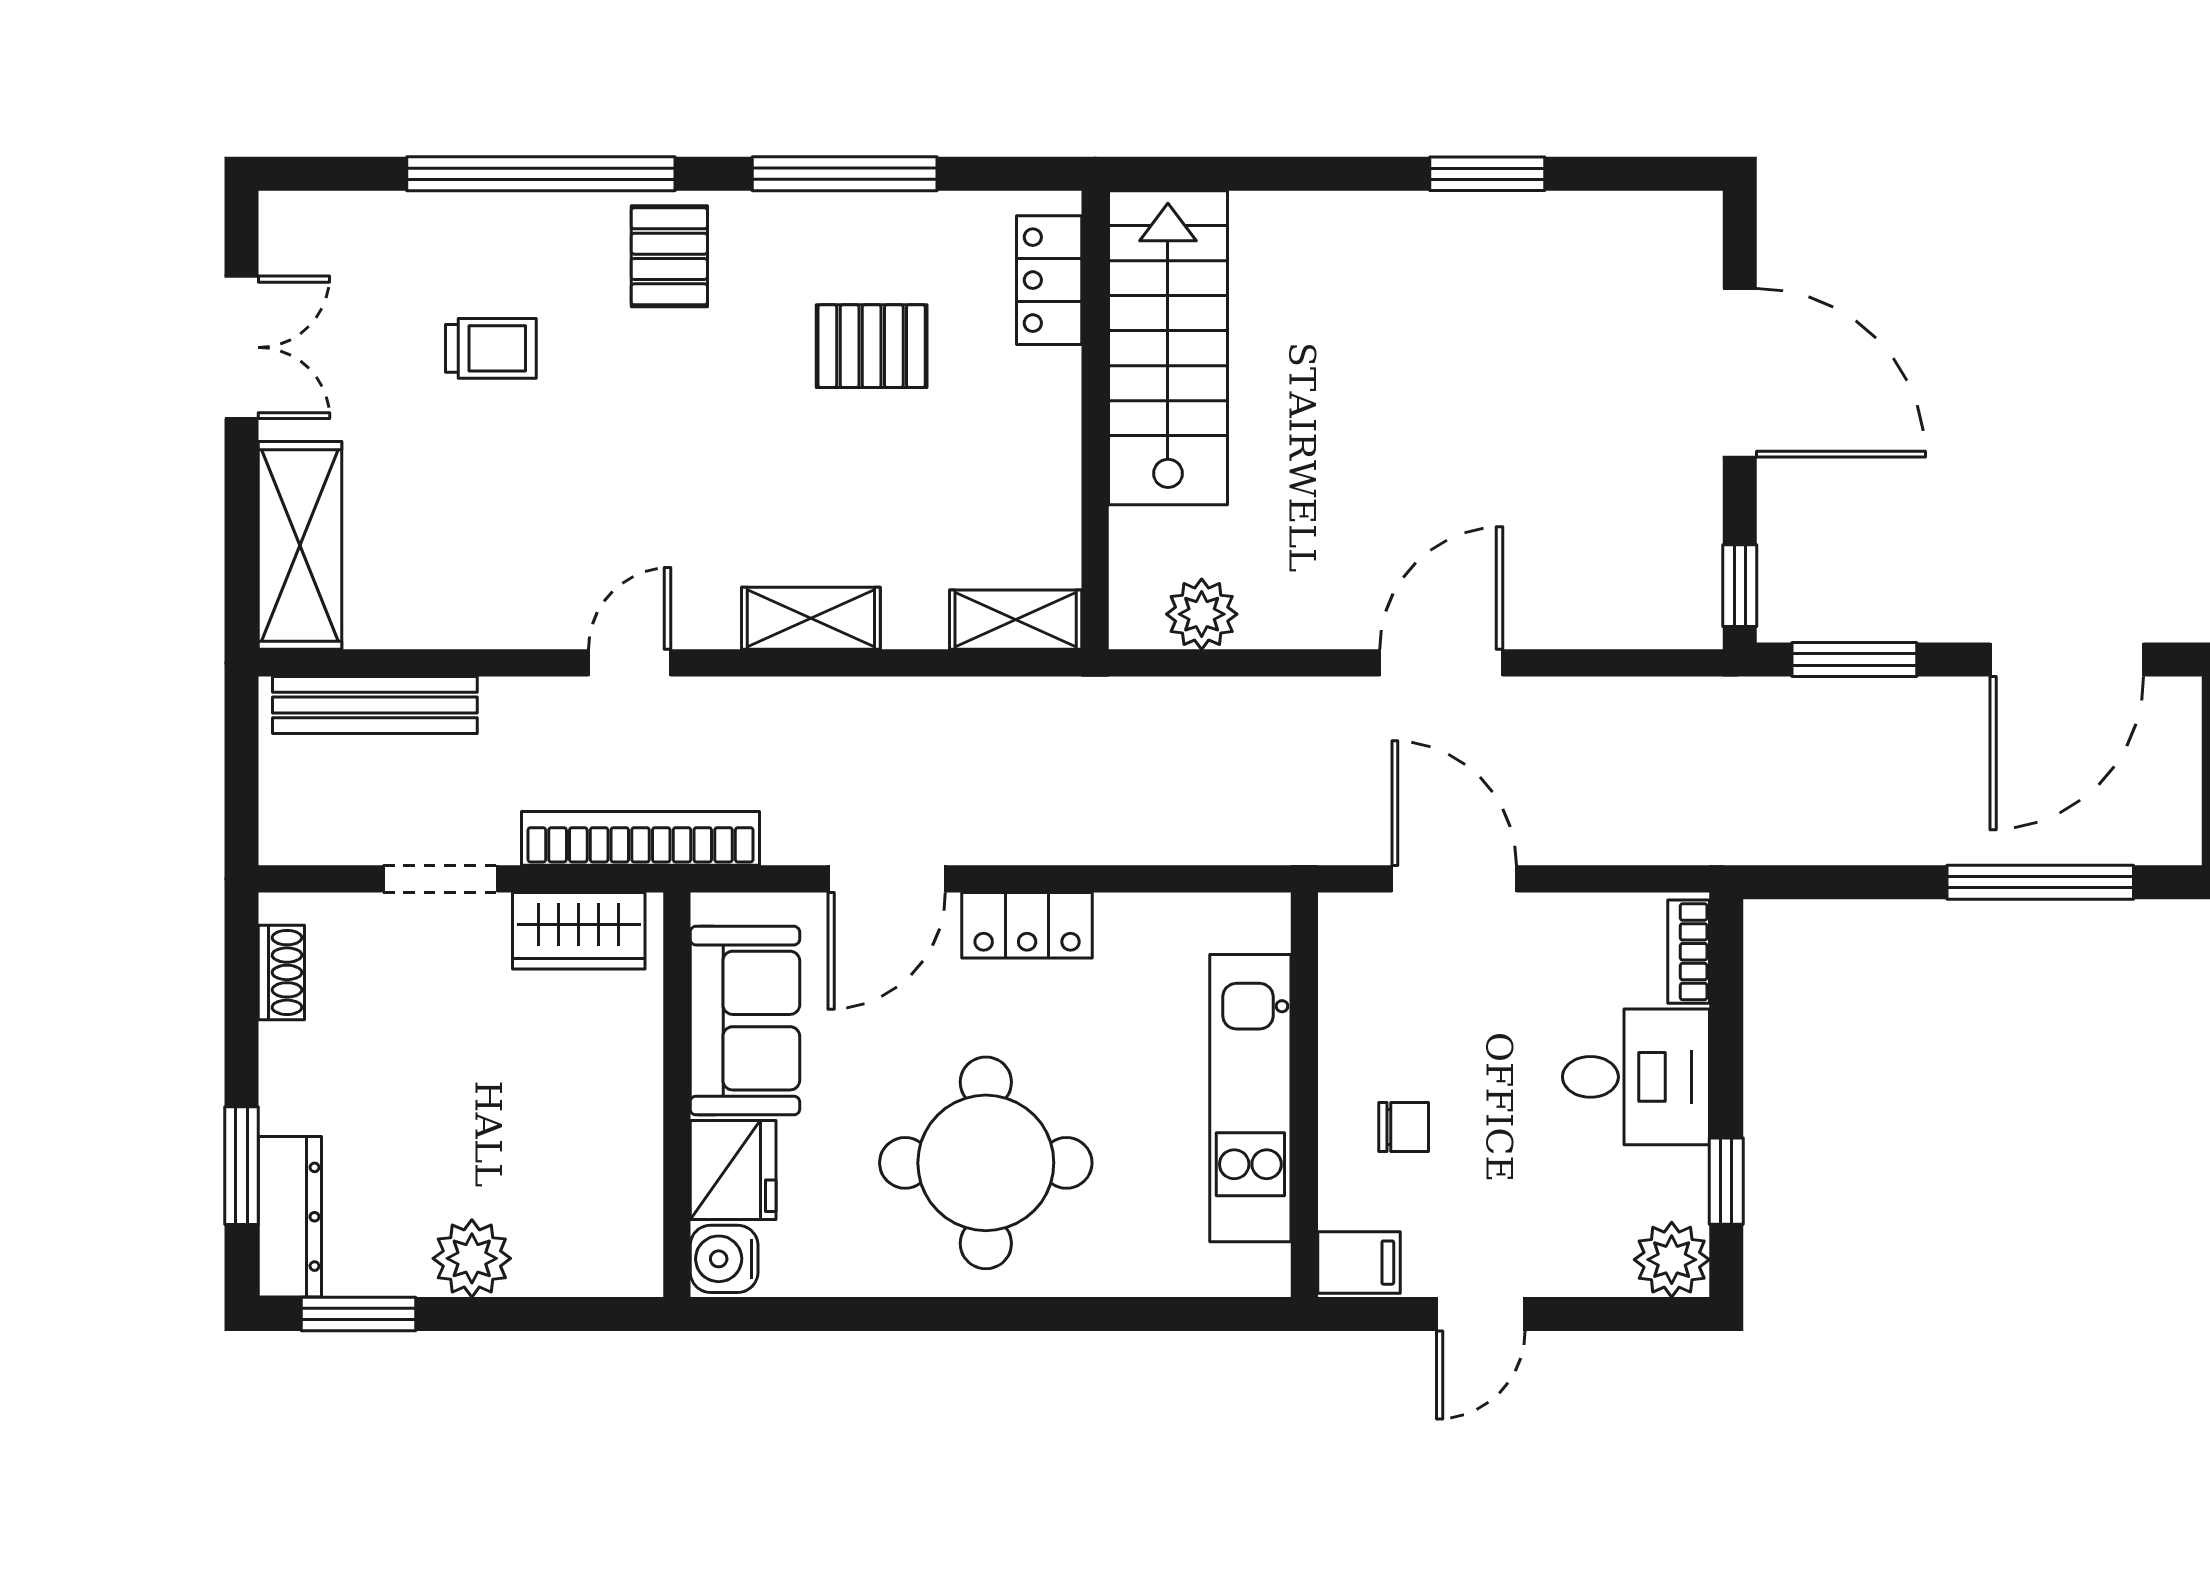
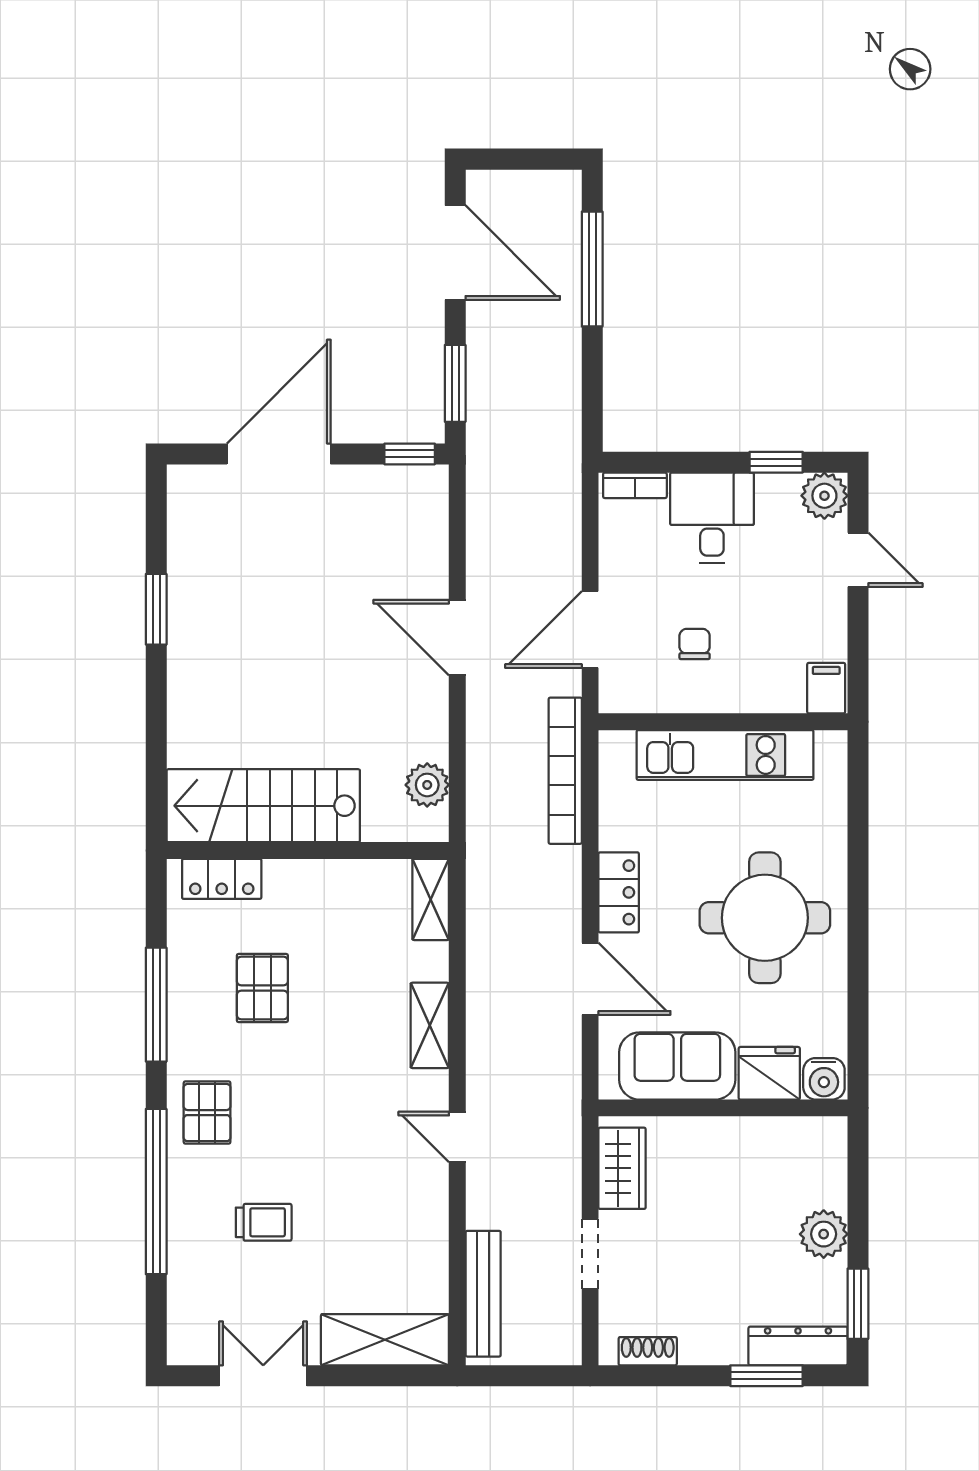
pallet: (669, 256) -> (207, 1113), turned 90
trolley: (491, 348) -> (264, 1222), turned 90
bookcase: (641, 838) -> (565, 771), moved
chair: (1404, 1127) -> (695, 644), moved
door: (1481, 1314) -> (858, 560), moved

